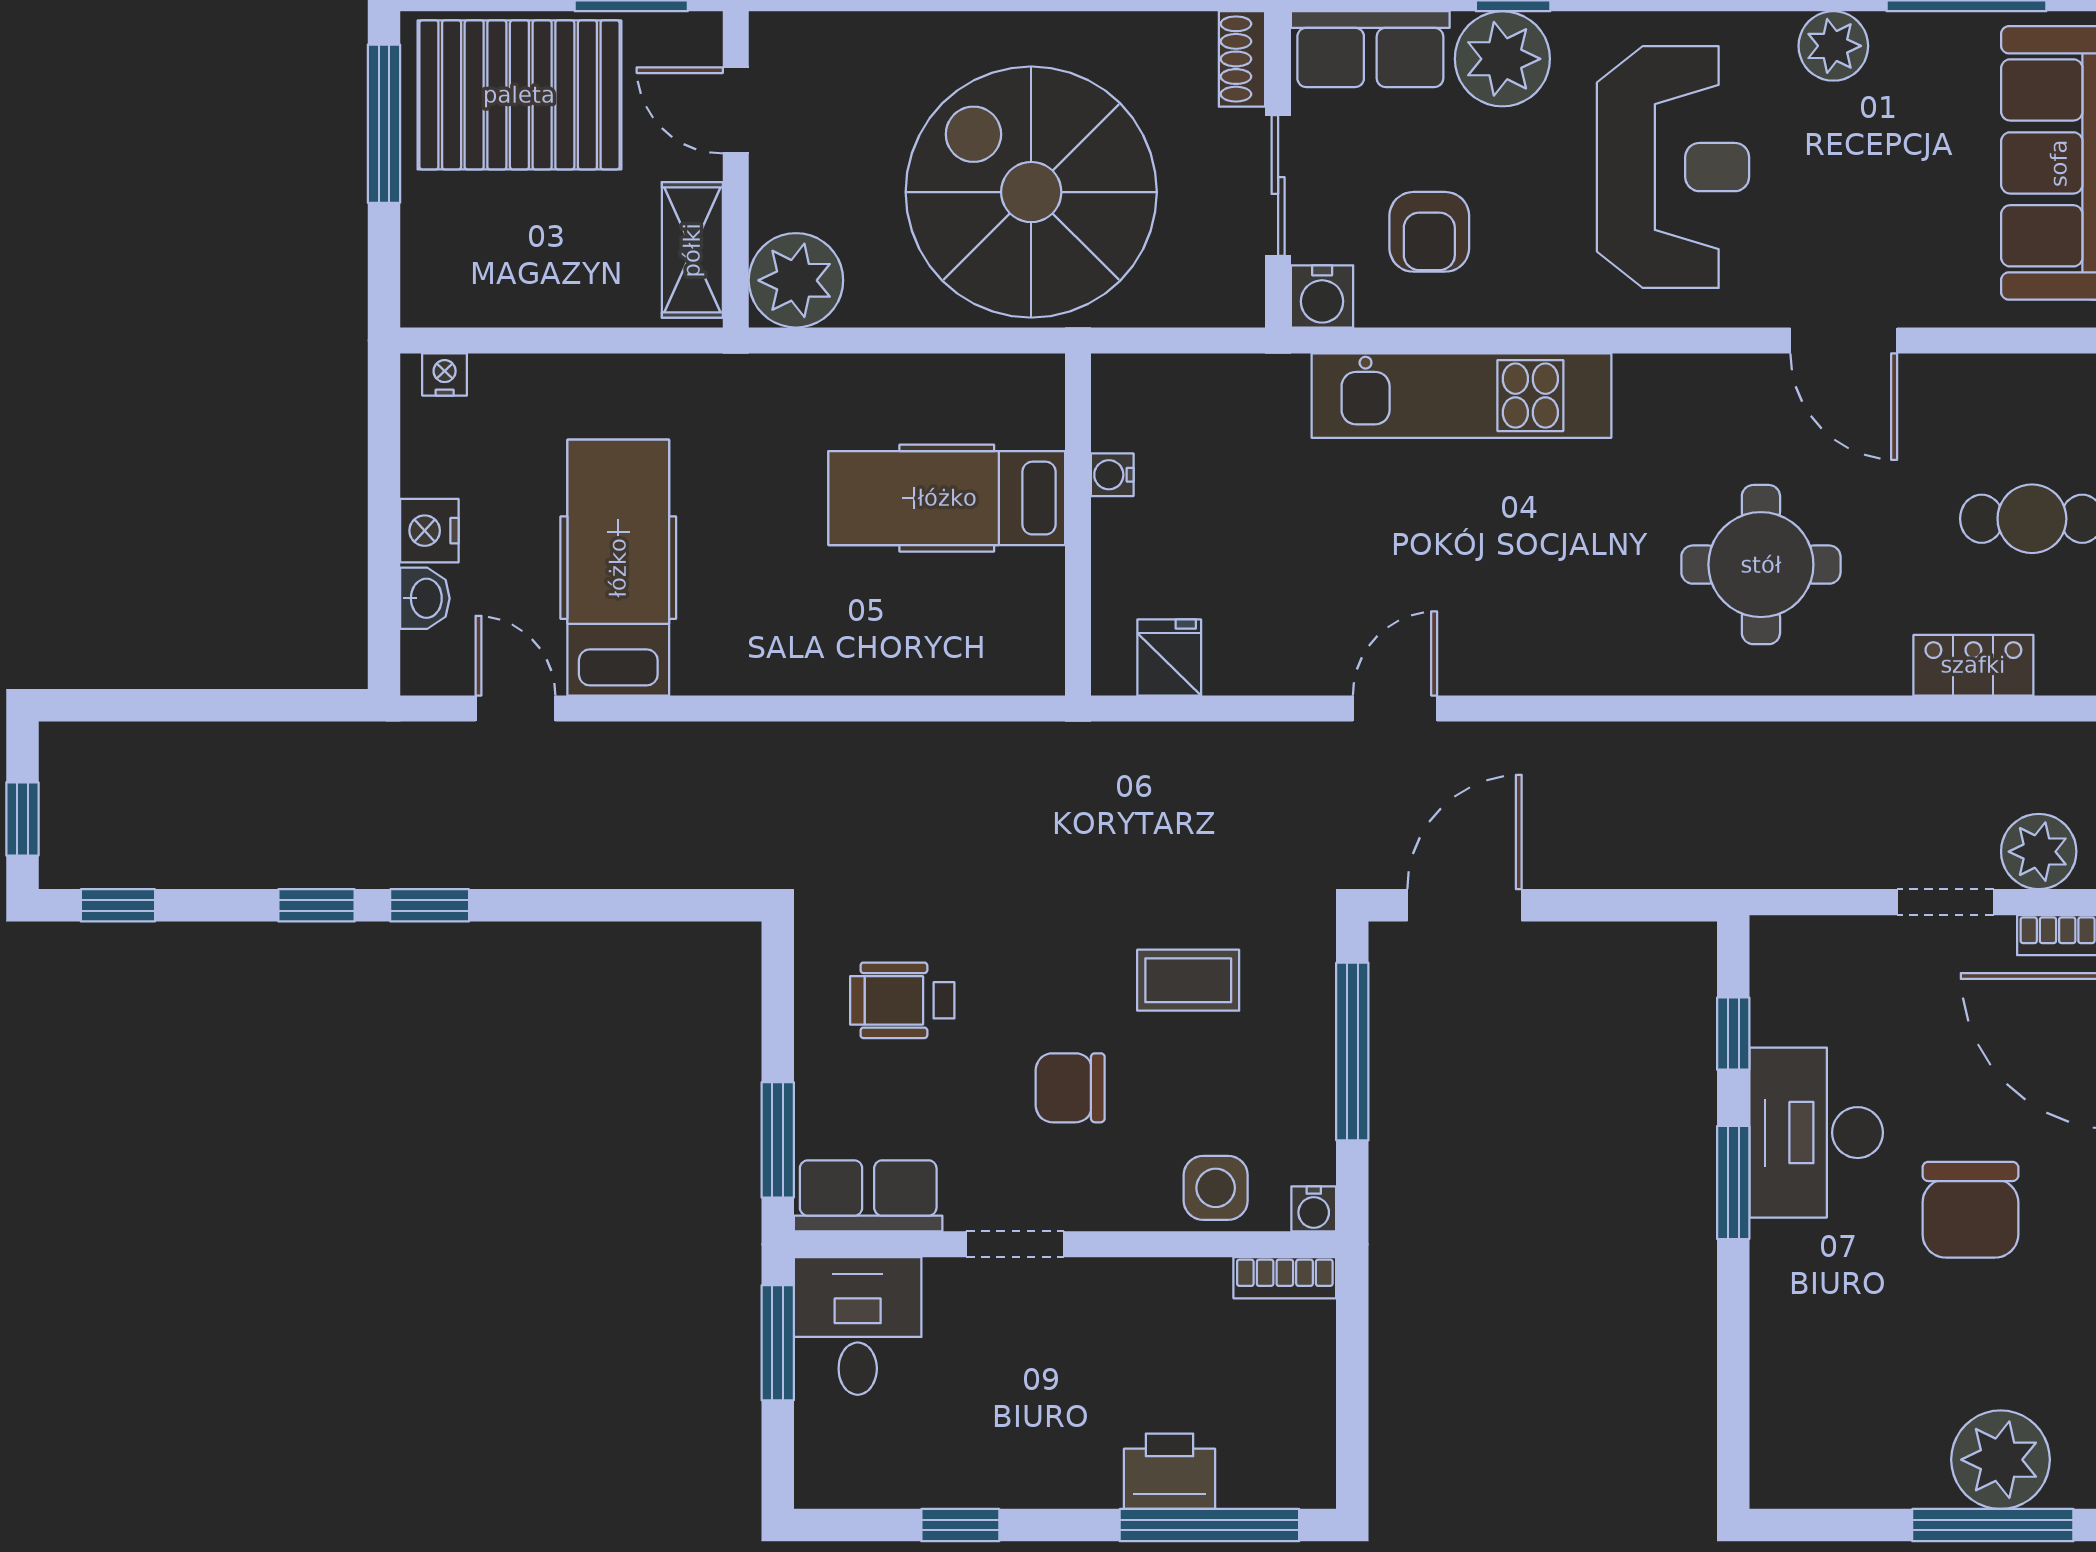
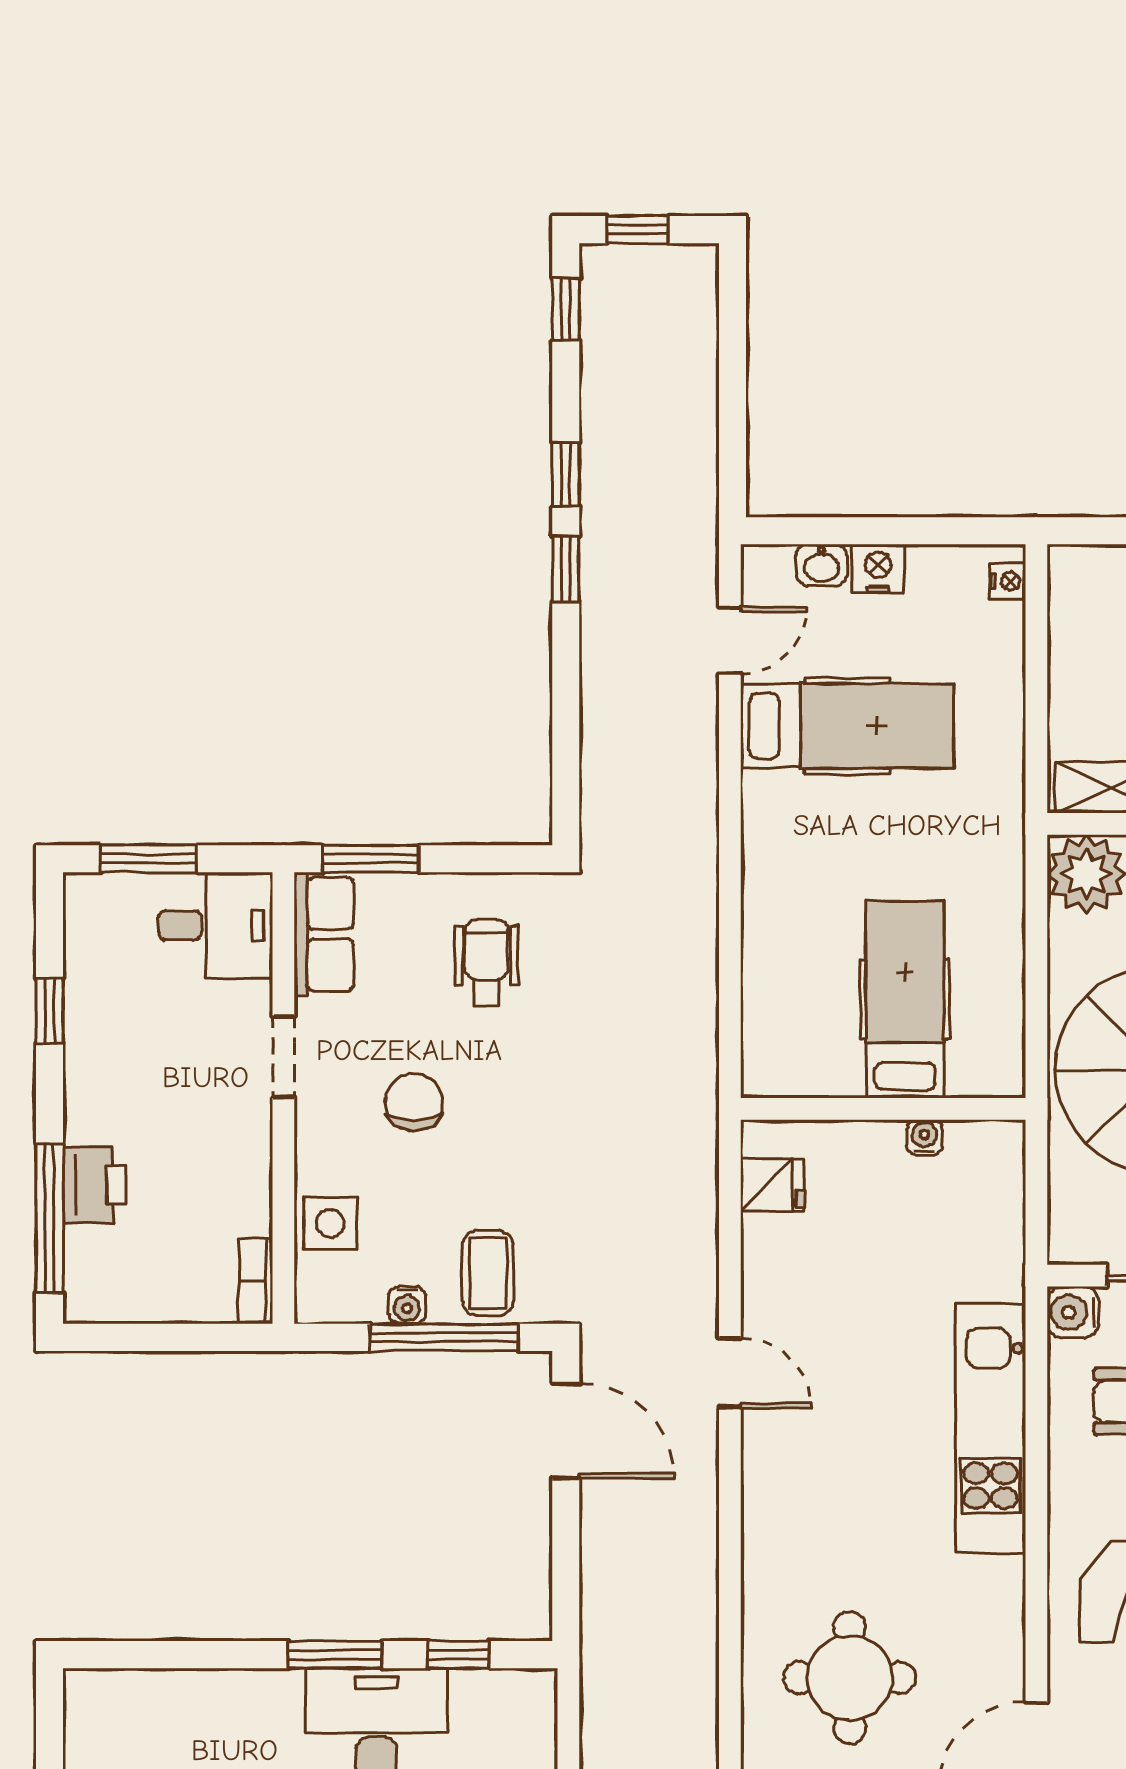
coffee table: (1188, 980) -> (488, 1273), moved
water cooler: (1314, 1209) -> (407, 1305), moved, turned -90
window: (778, 1343) -> (148, 859), moved

